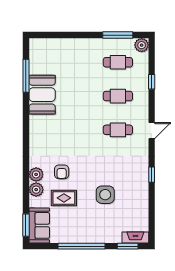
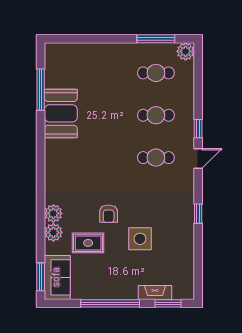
window: (152, 82) -> (198, 129), moved
armchair: (62, 172) -> (109, 214), moved
fireplace: (135, 237) -> (155, 292), moved

